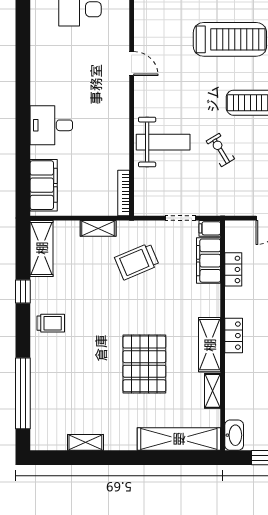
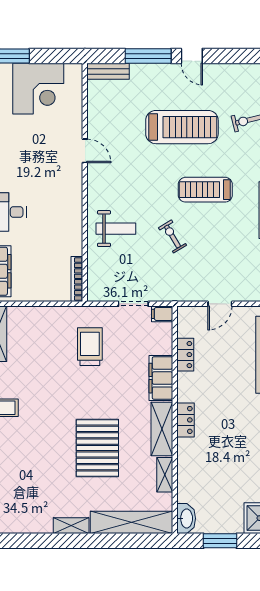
weight bench: (163, 142) -> (116, 229), width x0.73, depth x0.75
shelving: (98, 228) -> (52, 314), removed
trolley: (137, 261) -> (90, 347), turned 113
filing cabinet: (209, 261) -> (161, 378), moved
shelving: (85, 442) -> (71, 526), moved

